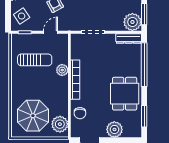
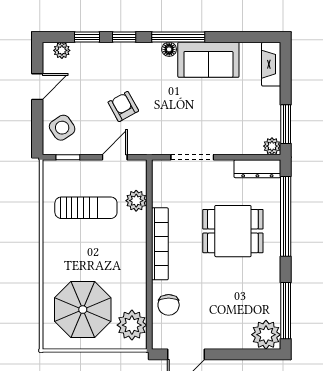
plant: (132, 22) -> (272, 146), width x0.53, depth x0.53
plant: (62, 70) -> (136, 201), moved
dining table: (125, 94) -> (233, 231), moved, turned 90
window: (144, 116) -> (286, 311), width x1.44
plant: (114, 129) -> (266, 335), moved

